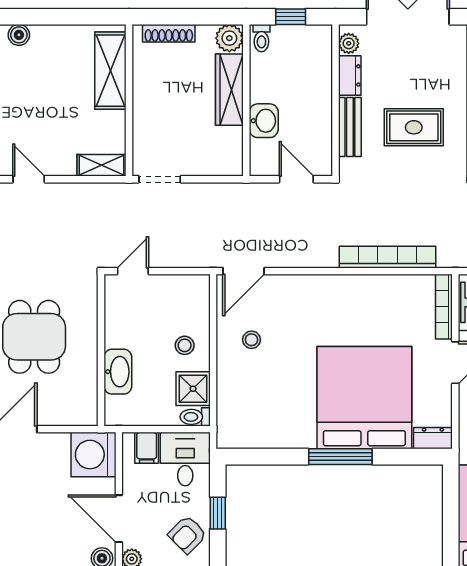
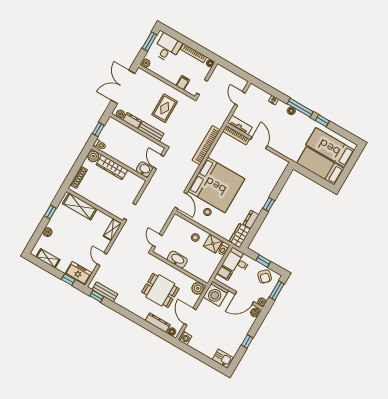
window: (63, 17) -> (50, 212), added
washbasin: (264, 121) -> (144, 169), moved
door: (29, 179) -> (102, 259), hinge flipped
door: (296, 179) -> (159, 162), hinge flipped
washbasin: (118, 372) -> (177, 260), moved
bed: (364, 398) -> (216, 185), moved, turned 180
plant: (83, 411) -> (198, 288), added
wardrobe: (242, 434) -> (240, 236), added
dresser: (433, 438) -> (251, 219), moved
window: (340, 457) -> (269, 204), width x0.46

